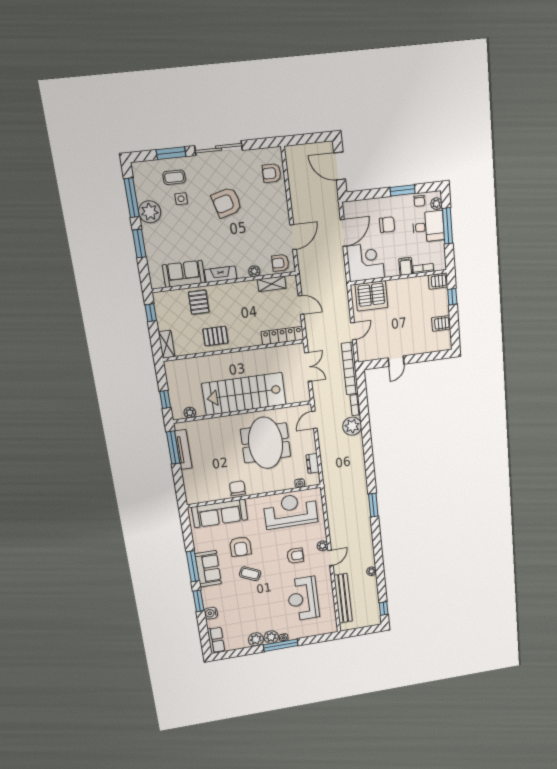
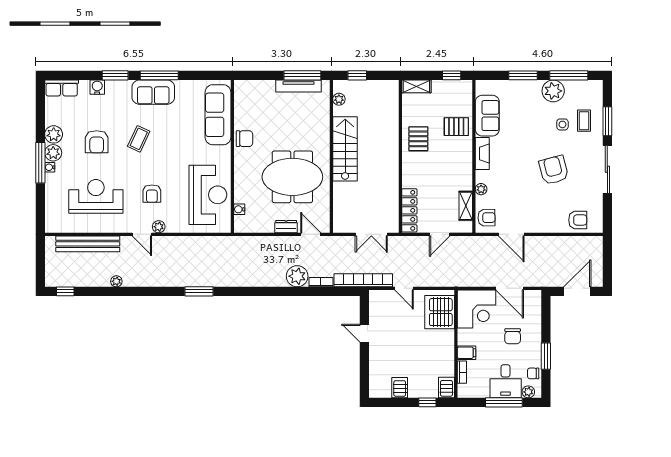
armchair: (272, 173) -> (578, 220), turned 90
armchair: (280, 263) -> (486, 218), turned 89
stairs: (244, 394) -> (345, 149), width x0.73, depth x0.66
dresser: (313, 463) -> (286, 227), moved
armchair: (240, 547) -> (97, 142), moved, turned -90

